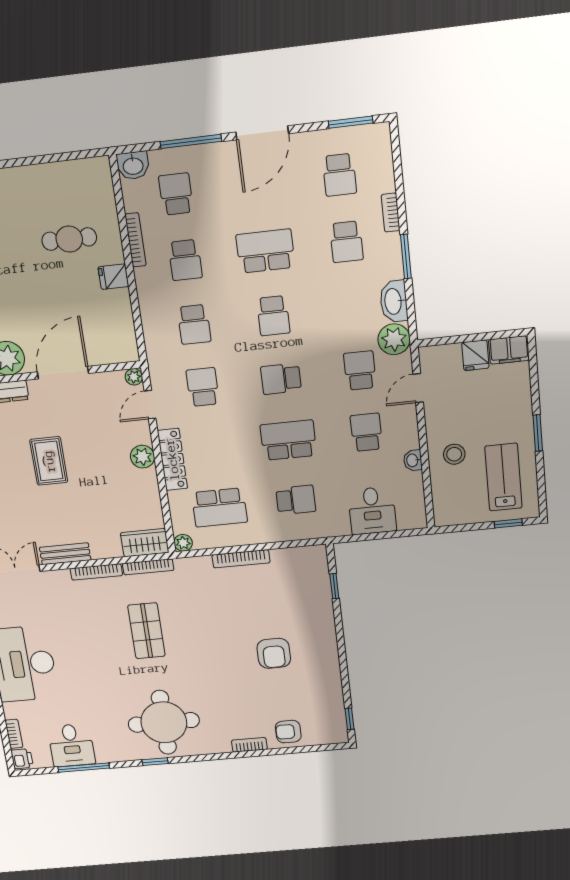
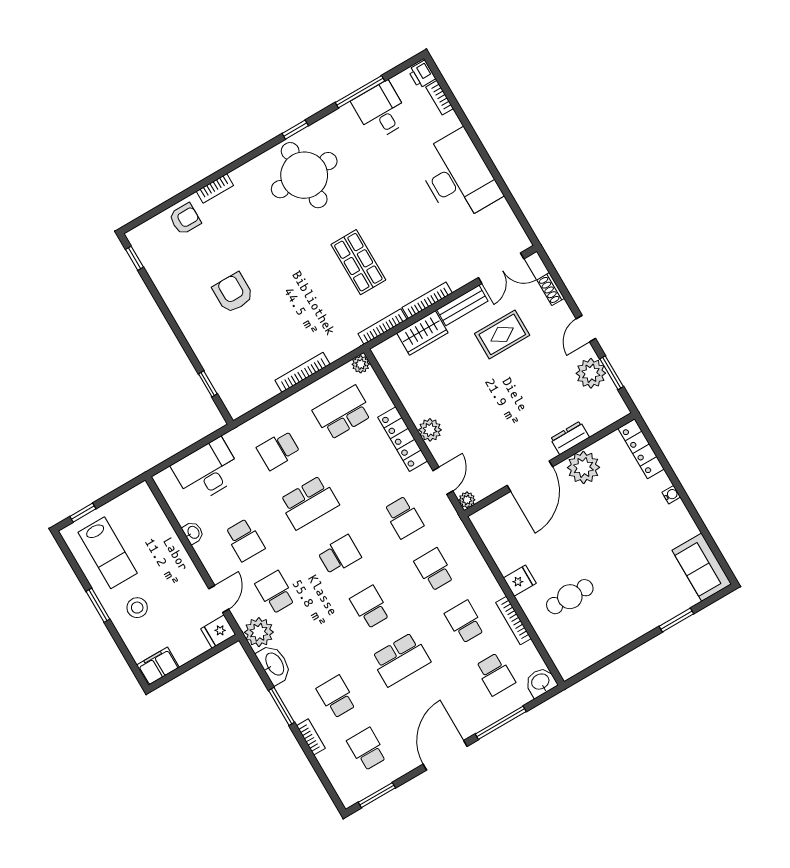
fridge: (475, 355) -> (218, 632), moved, turned -90
school desk: (360, 370) -> (275, 592), turned 180
stool: (454, 454) -> (137, 608), moved
rug: (49, 461) -> (502, 334), moved, turned 90
desk: (372, 511) -> (207, 471), width x1.37
wardrobe: (145, 543) -> (422, 333), moved

